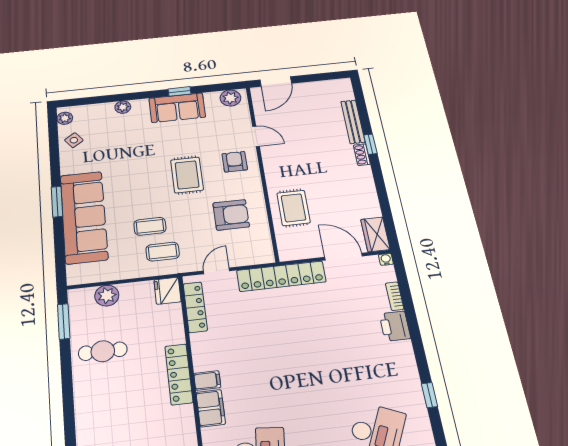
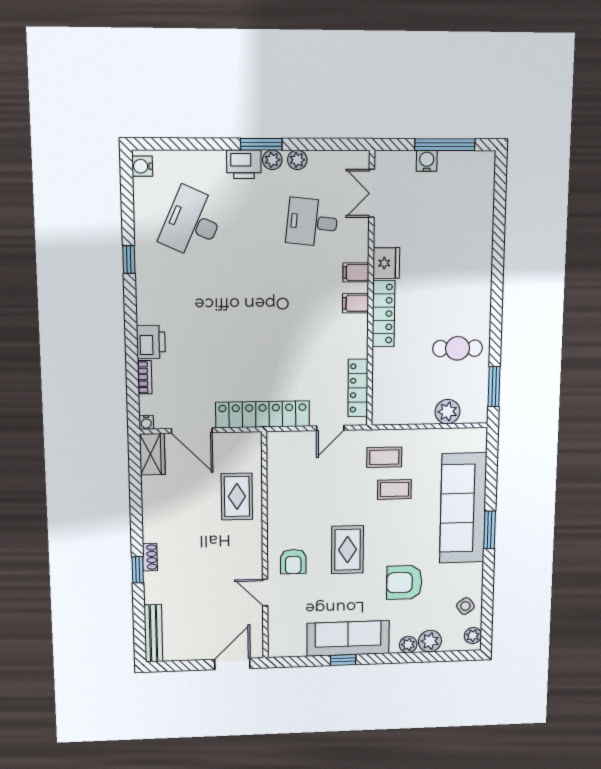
plant: (230, 98) -> (430, 641), moved
sofa: (177, 108) -> (348, 638), width x1.36
bench: (353, 122) -> (153, 633), moved
armchair: (231, 215) -> (404, 582), moved
fridge: (167, 291) -> (386, 263), moved
filing cabinet: (211, 408) -> (356, 272), width x0.50

